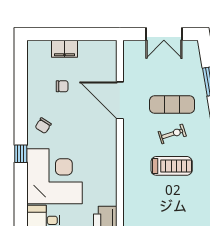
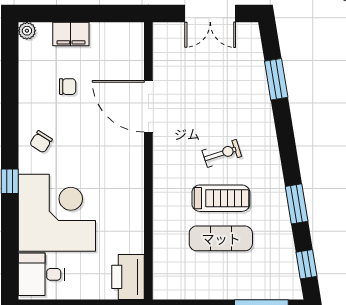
plant: (33, 46) -> (27, 31), added
exercise mat: (172, 105) -> (221, 238), moved

